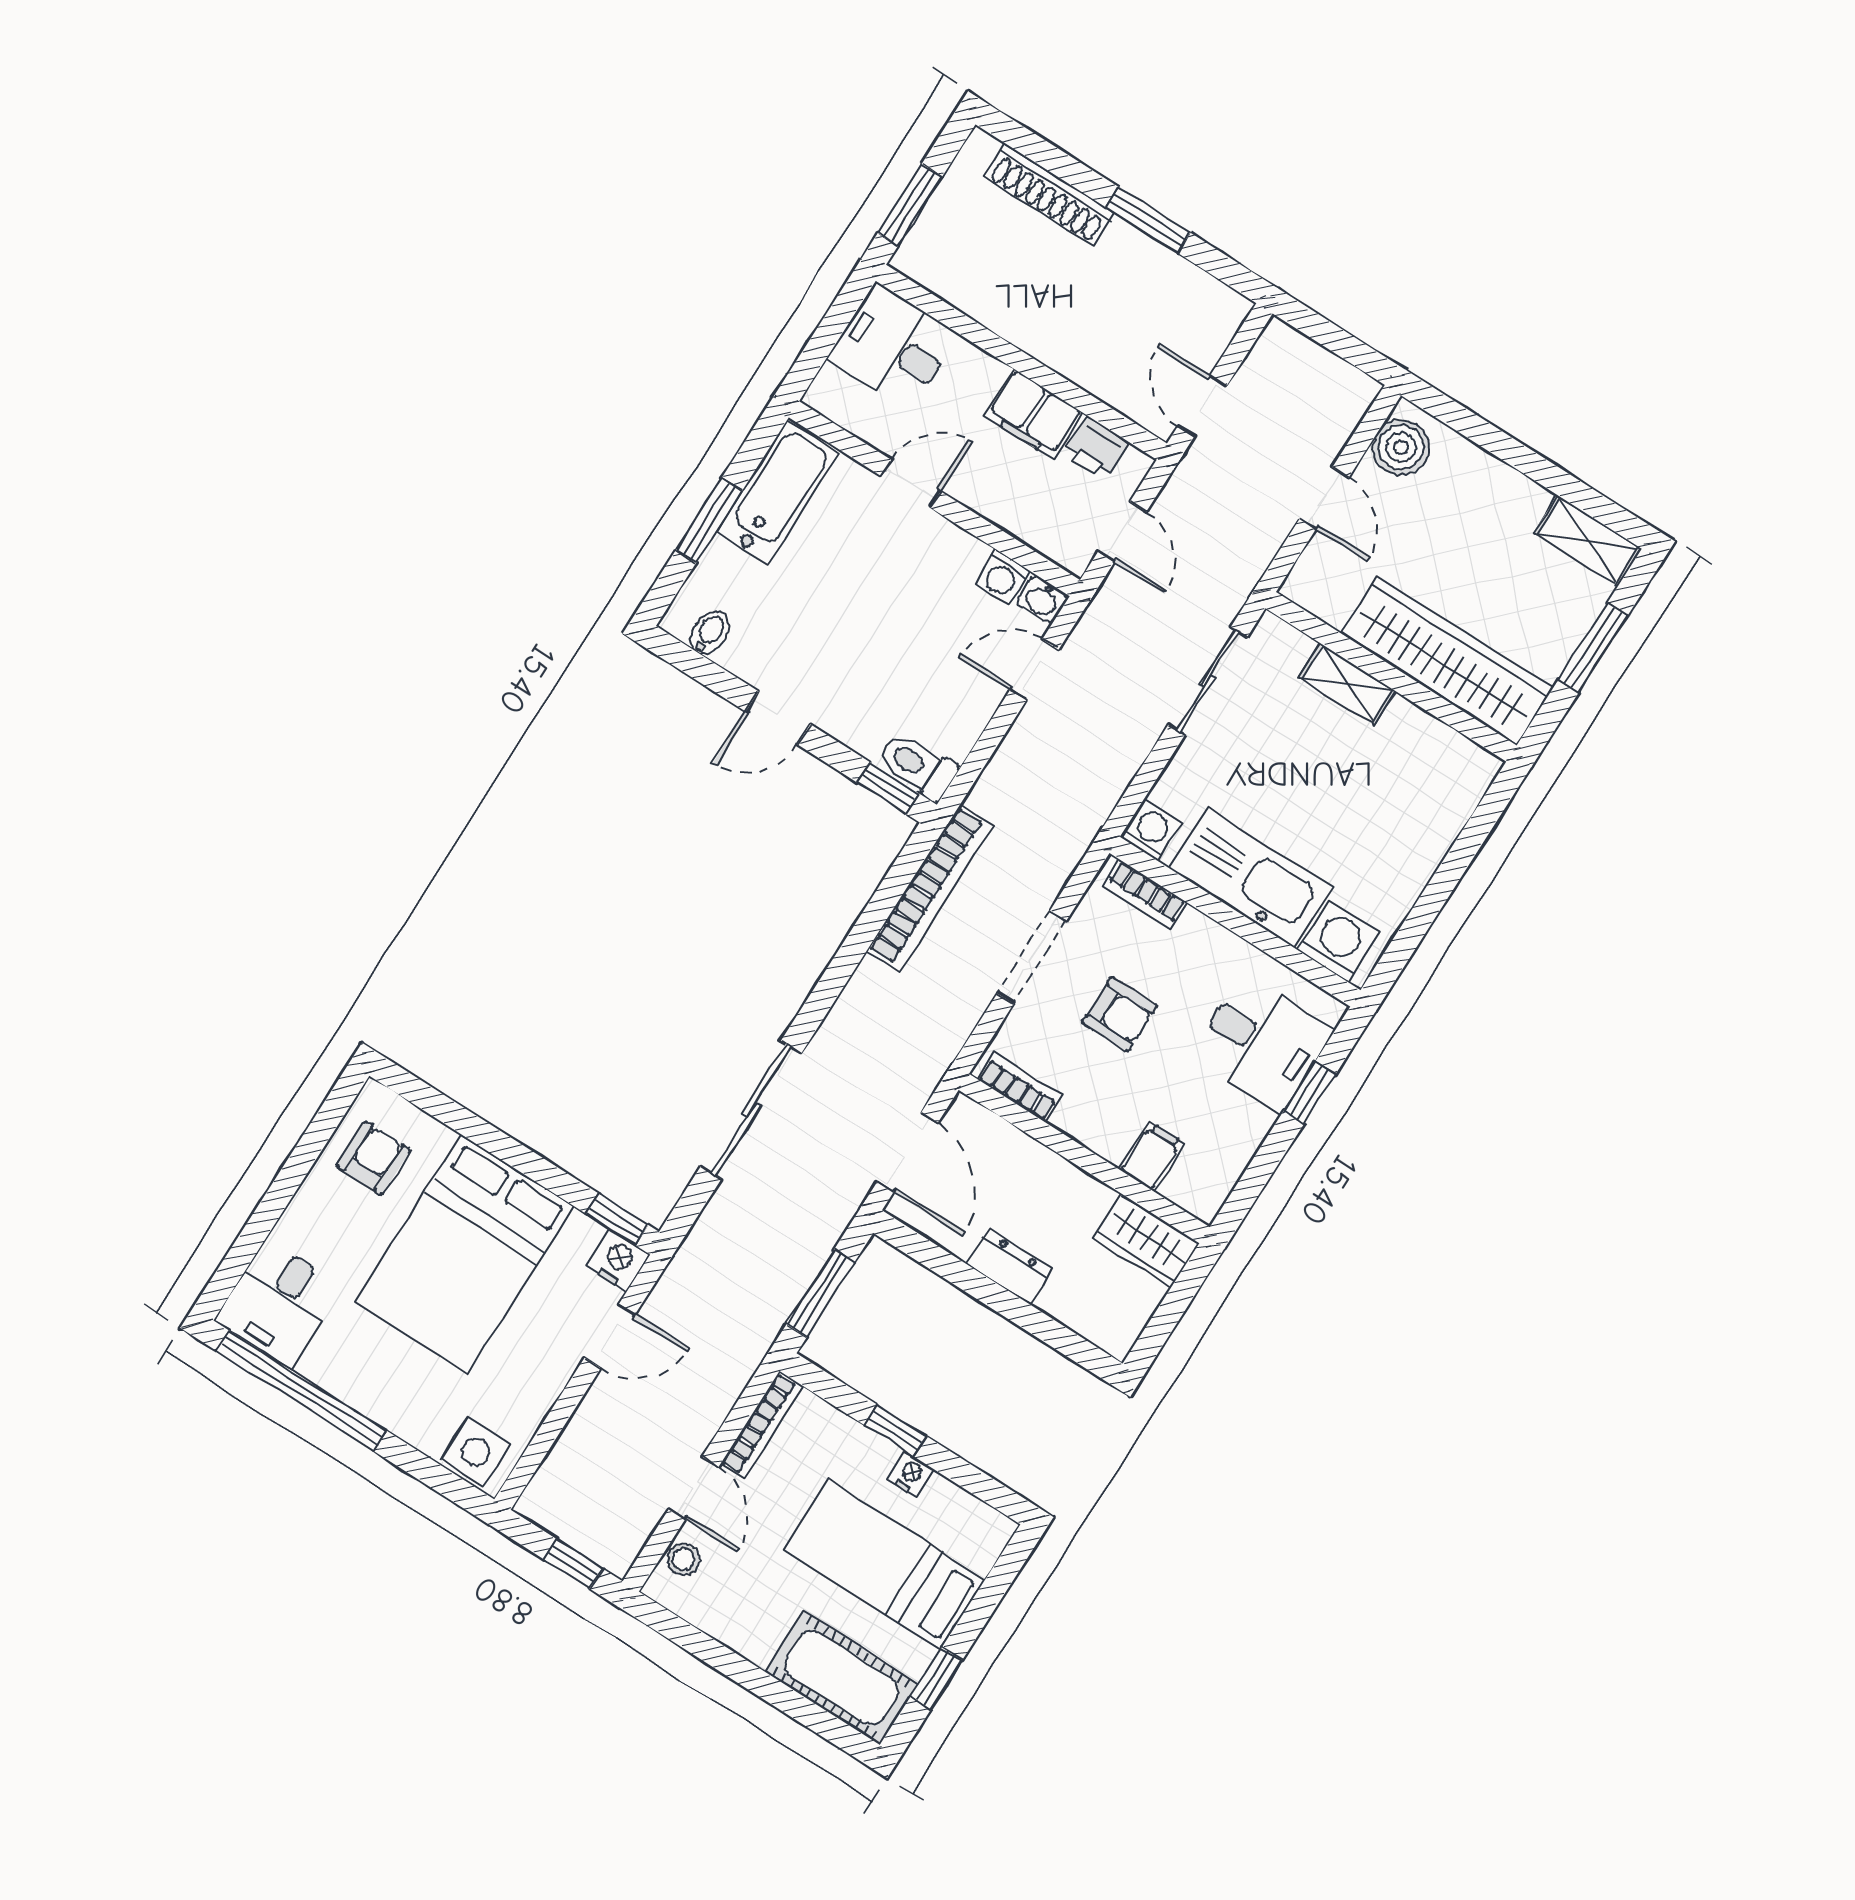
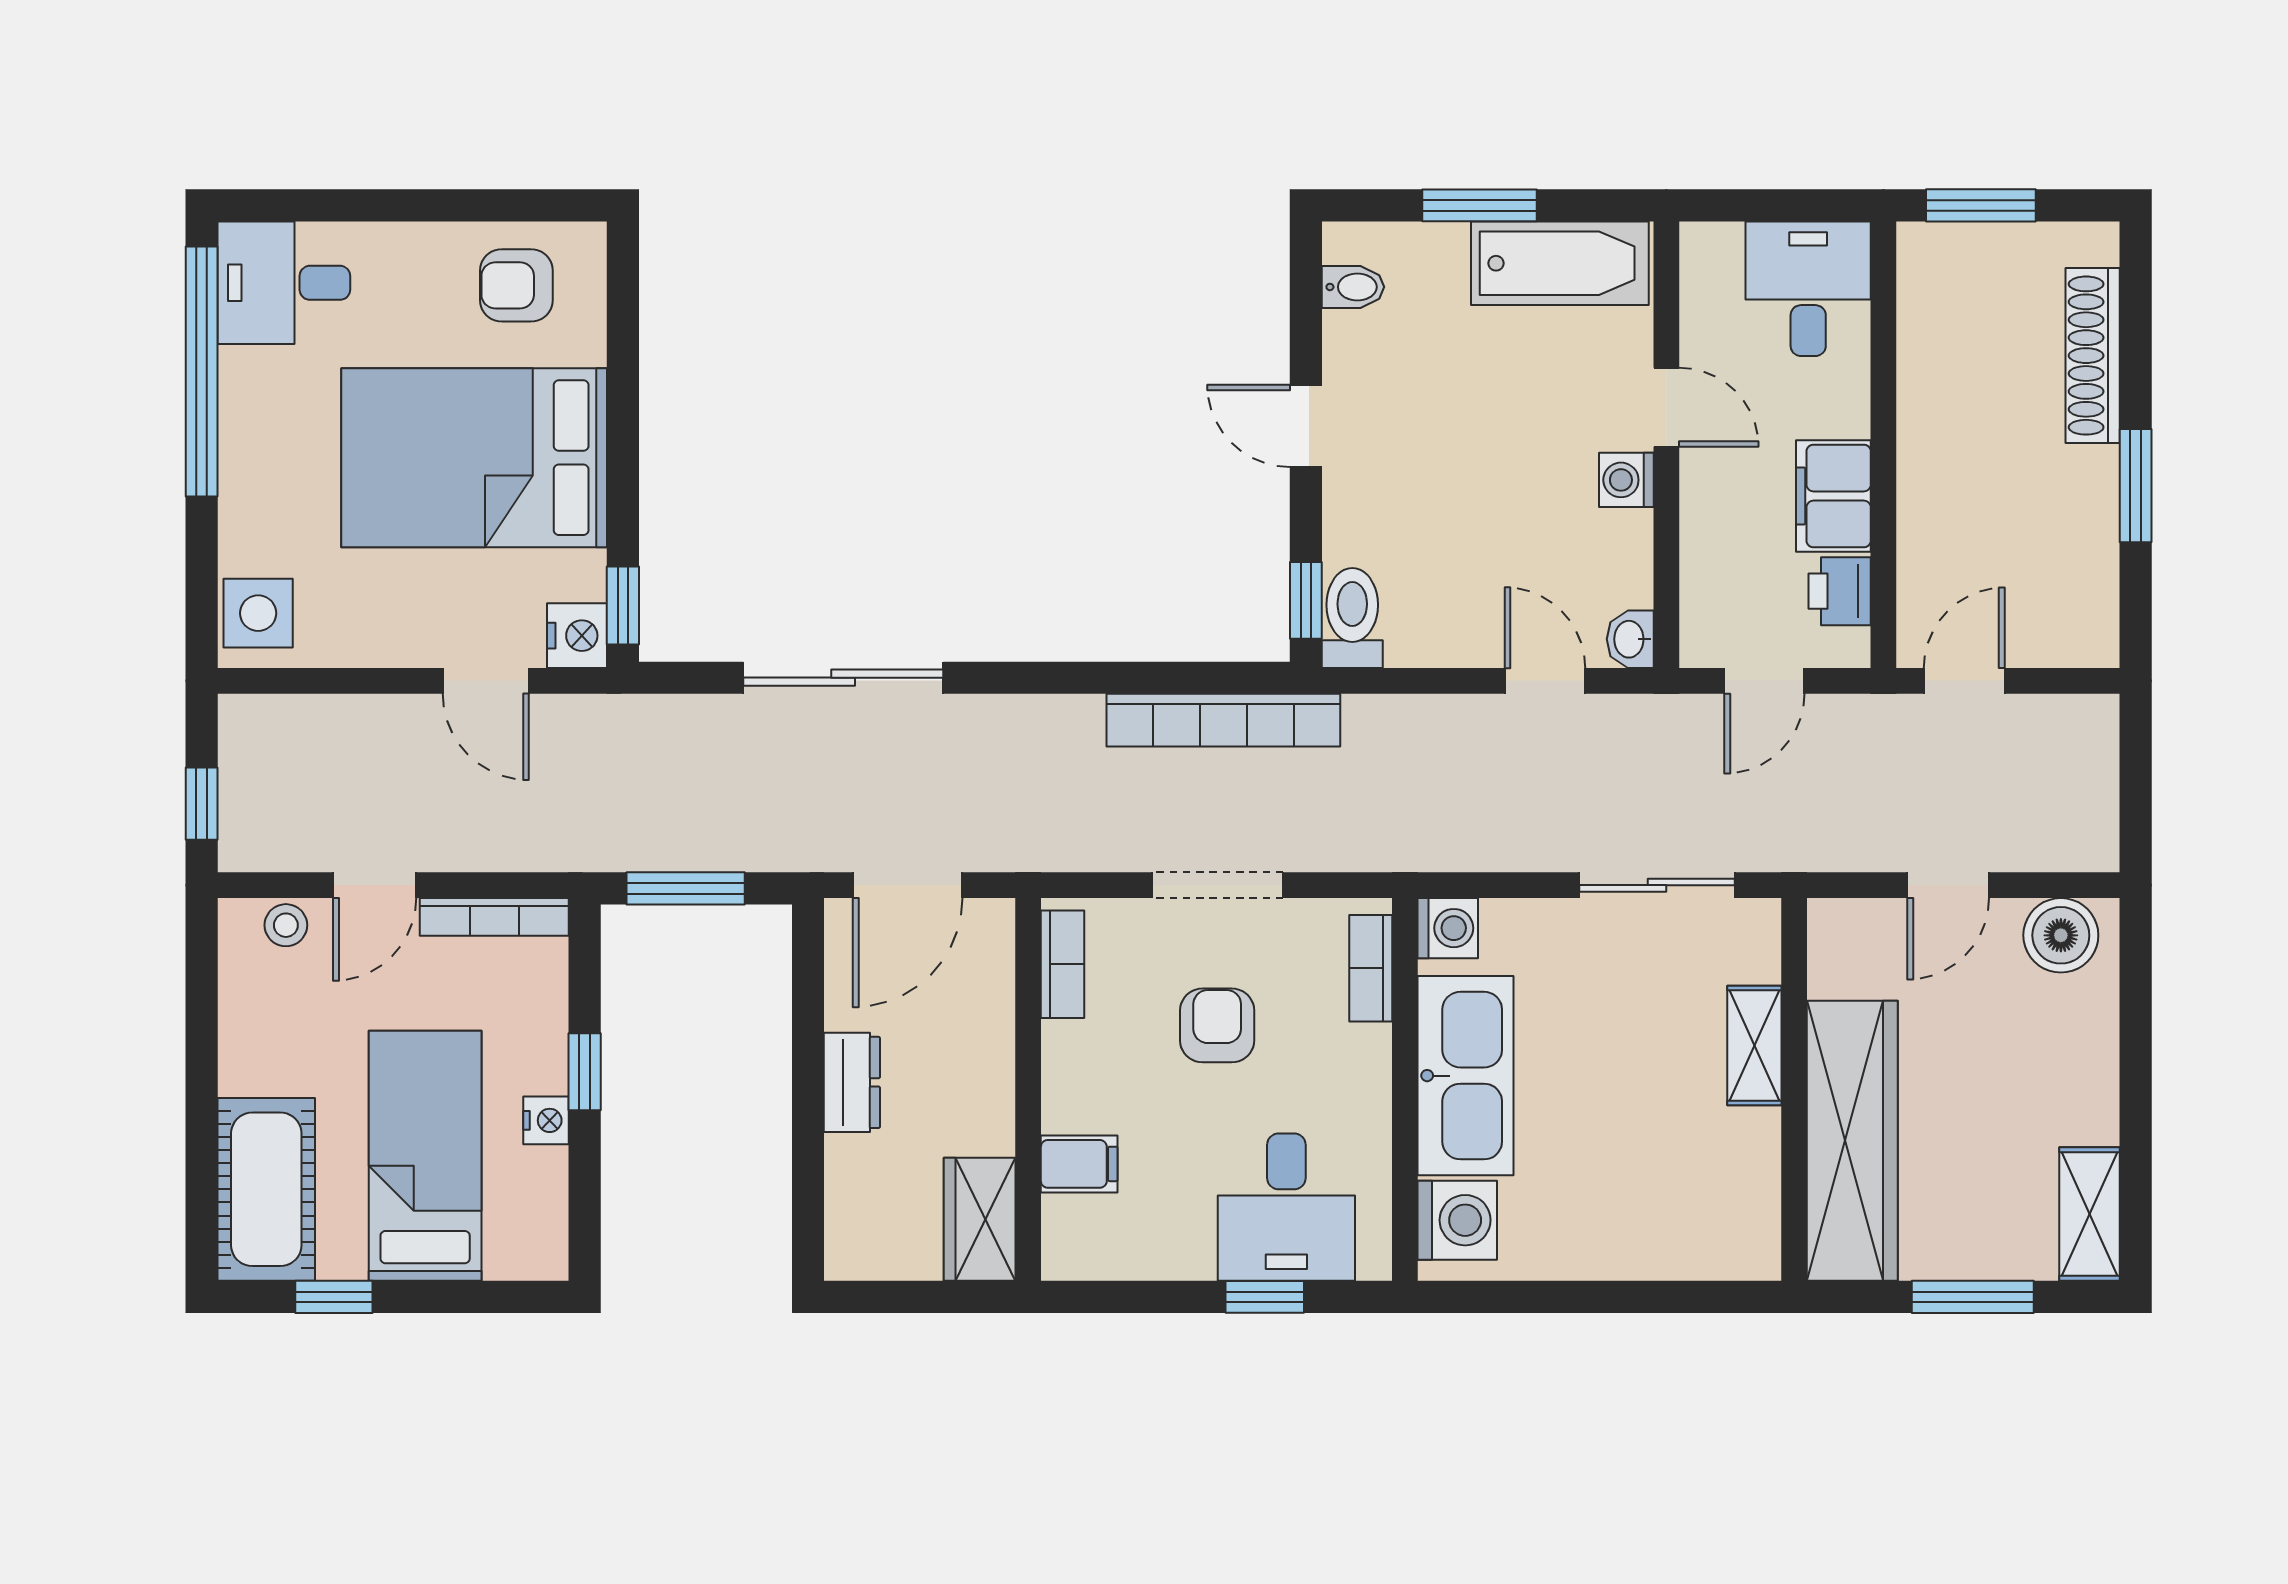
washing machine: (1002, 577) -> (1626, 480), moved
armchair: (1120, 1014) -> (1217, 1025), turned 180
armchair: (373, 1158) -> (516, 285), turned 180

